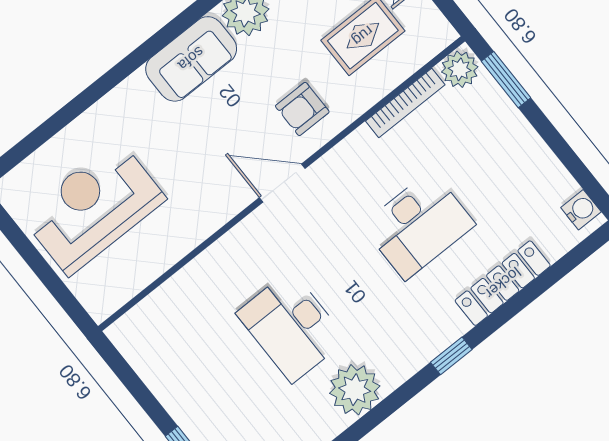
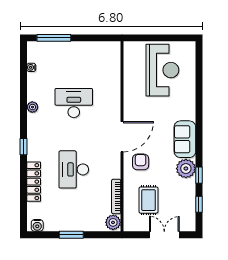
window: (506, 80) -> (71, 235), moved
door: (282, 183) -> (122, 137), width x1.36
plant: (355, 390) -> (32, 107), width x0.53, depth x0.53

